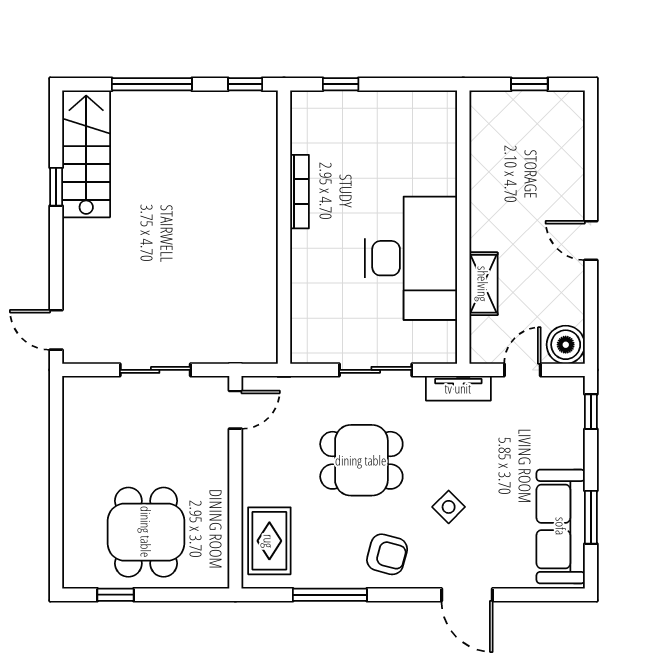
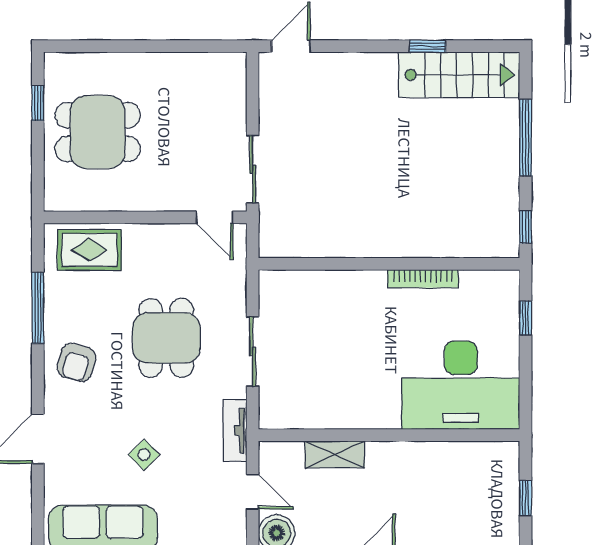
desk: (411, 258) -> (461, 385), moved
sliding door: (155, 370) -> (253, 169), moved
side table: (449, 507) -> (144, 455), moved

